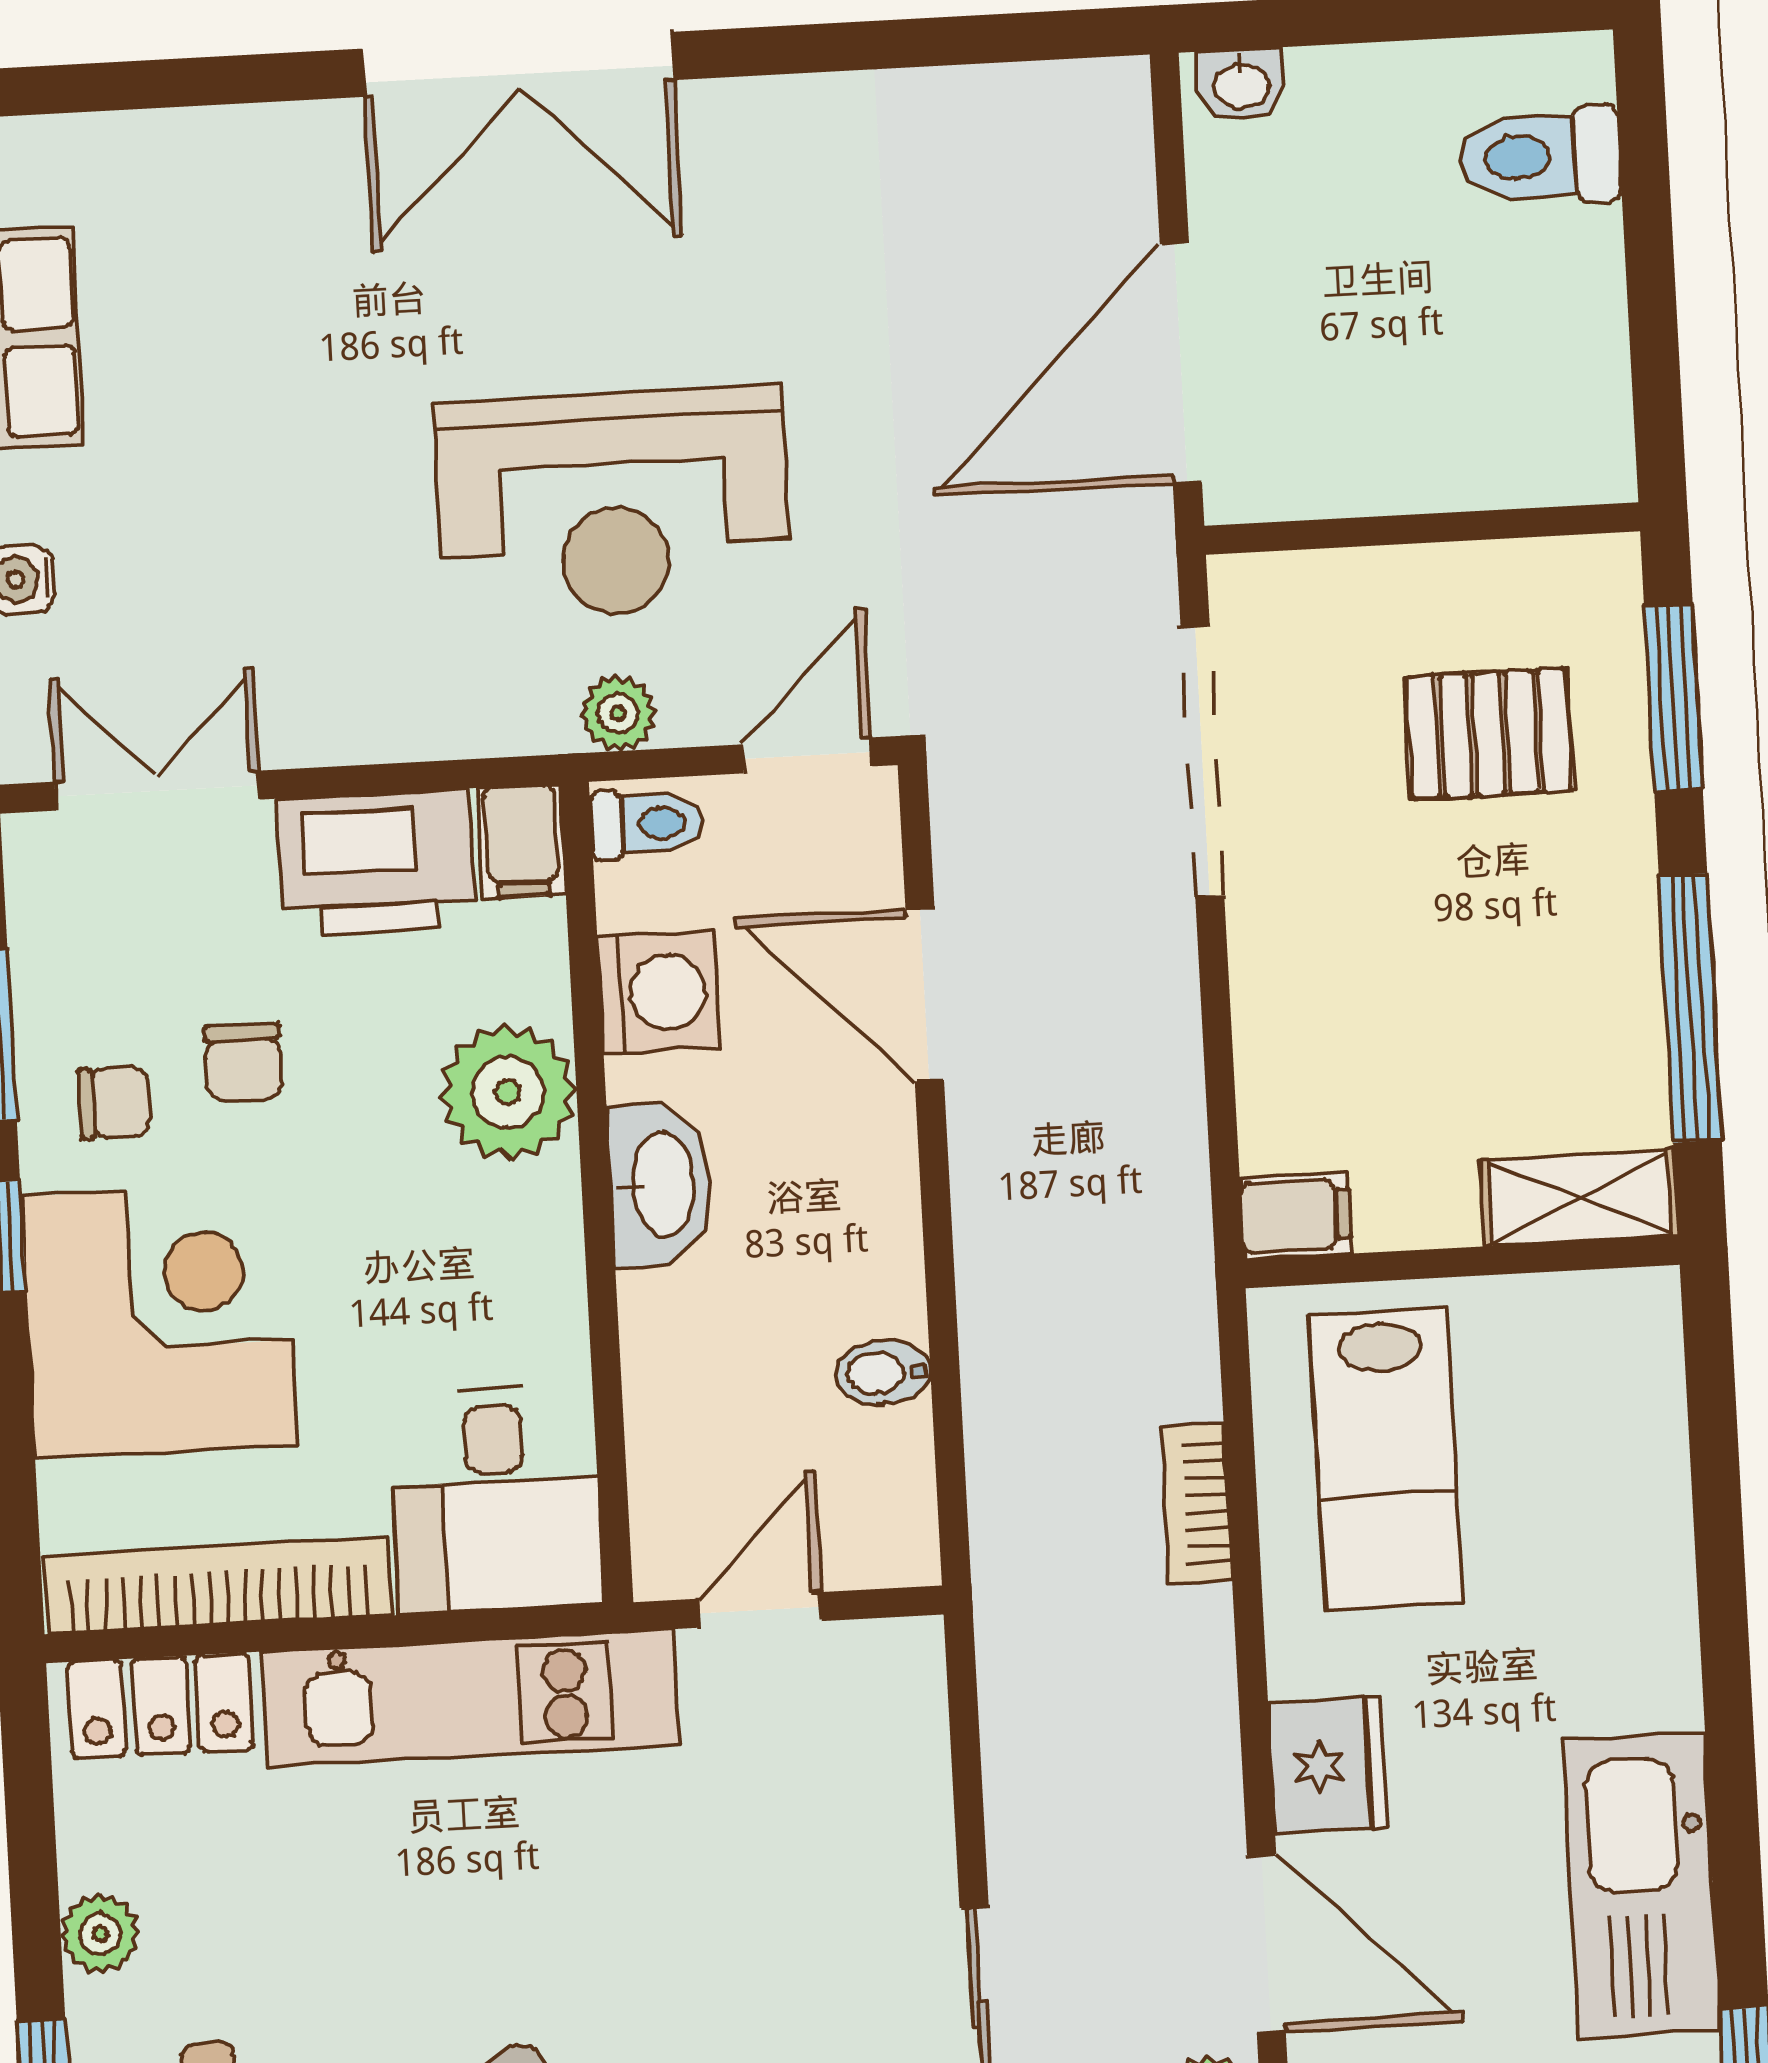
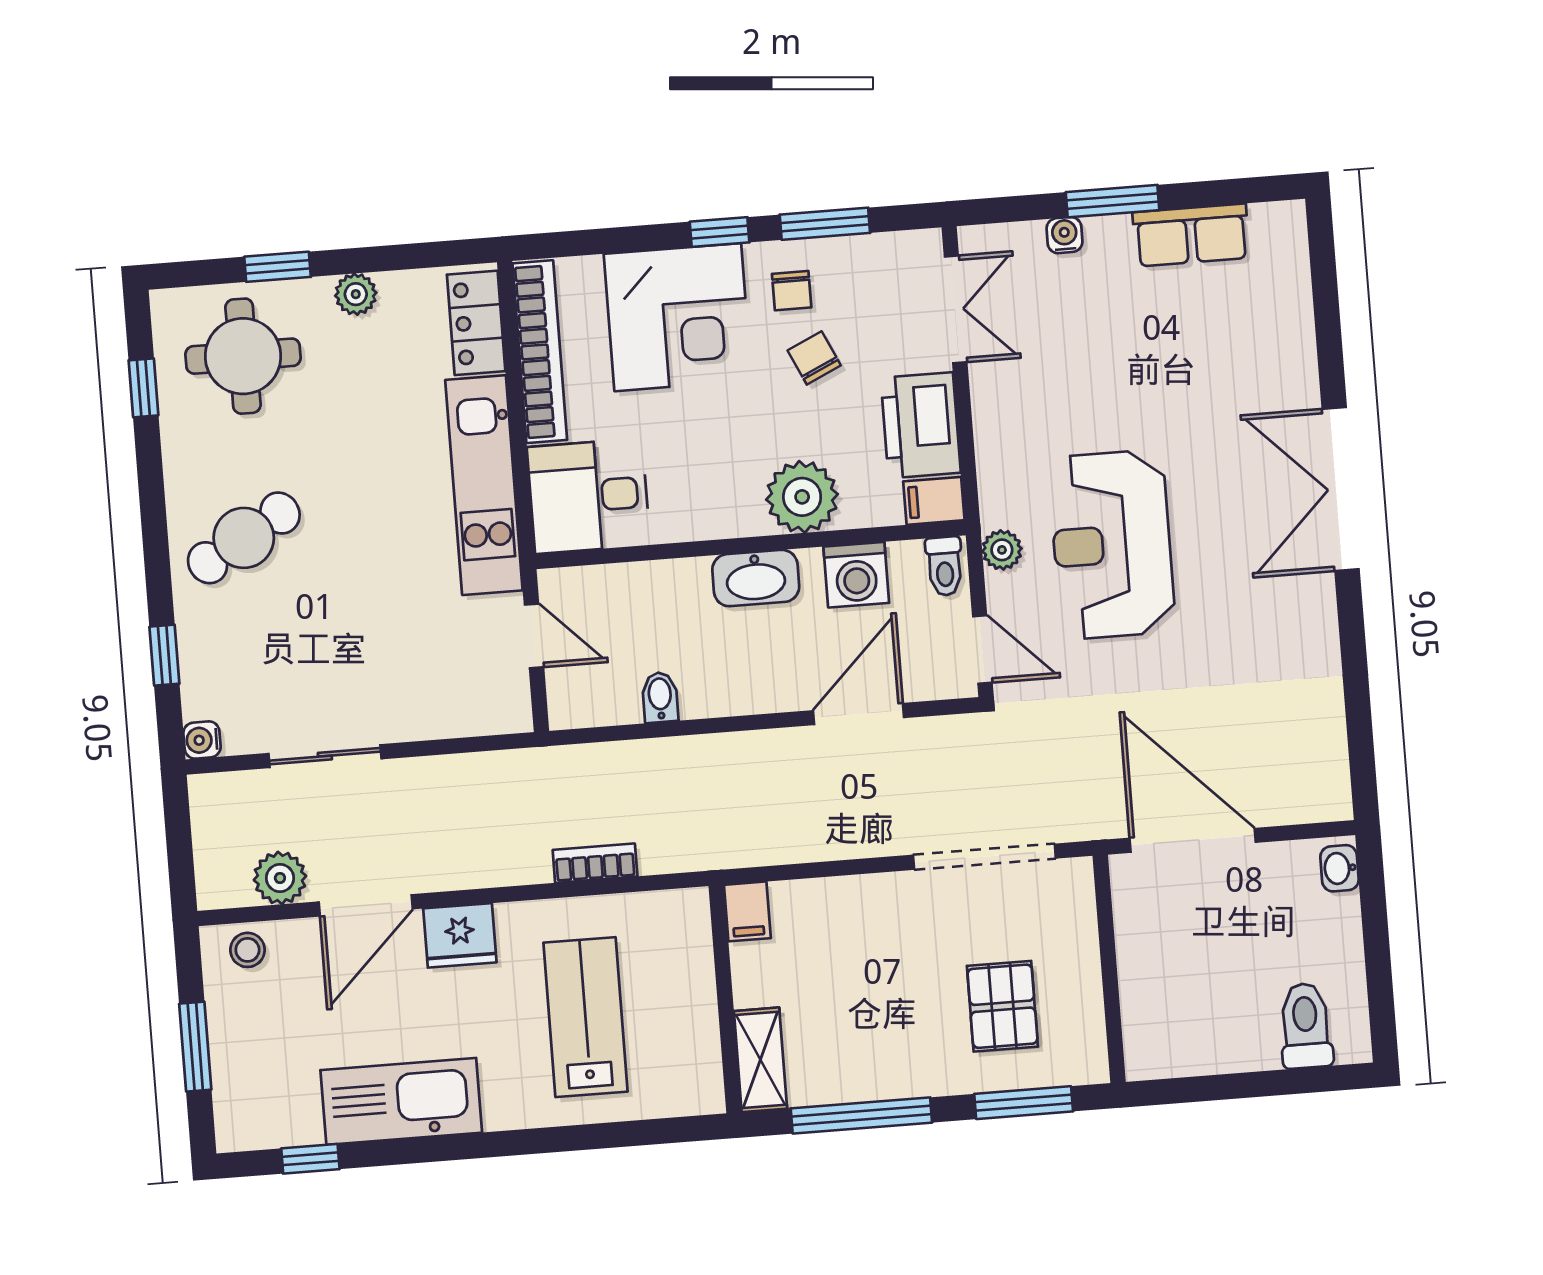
chair: (243, 1063) -> (814, 358), turned 65
lab bench: (1386, 1459) -> (585, 1017), moved, turned 90

